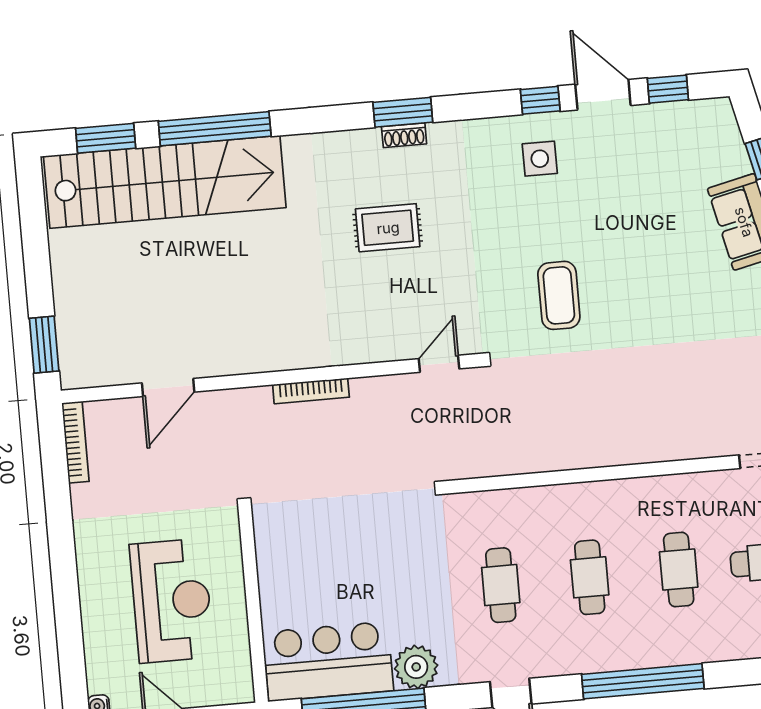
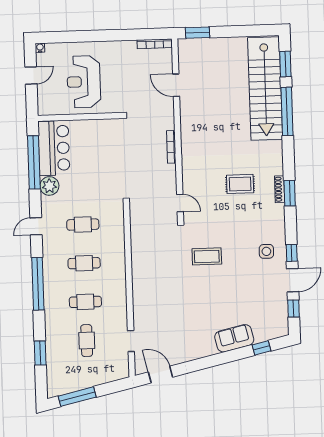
shoe rack: (404, 135) -> (280, 189), width x1.43
rug: (388, 228) -> (240, 184), turned 90
reception desk: (172, 601) -> (84, 82), turned 90

